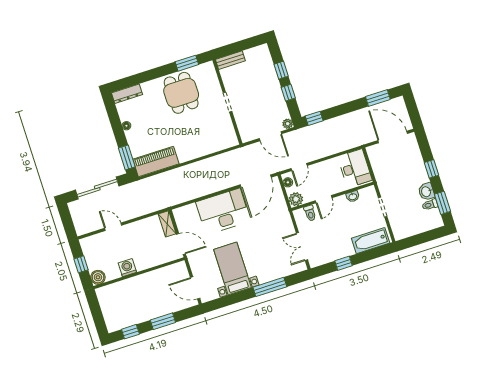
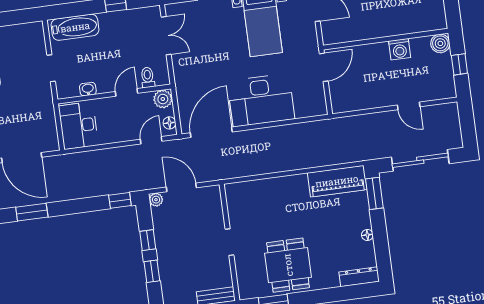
shelving: (167, 224) -> (337, 97), removed
door: (181, 244) -> (324, 67), swing flipped

